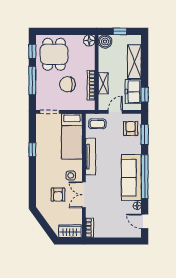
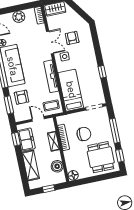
boiler: (105, 42) -> (57, 166), moved
door: (115, 112) -> (38, 119), swing flipped
armchair: (131, 128) -> (22, 97), moved
plant: (113, 231) -> (19, 17), added

